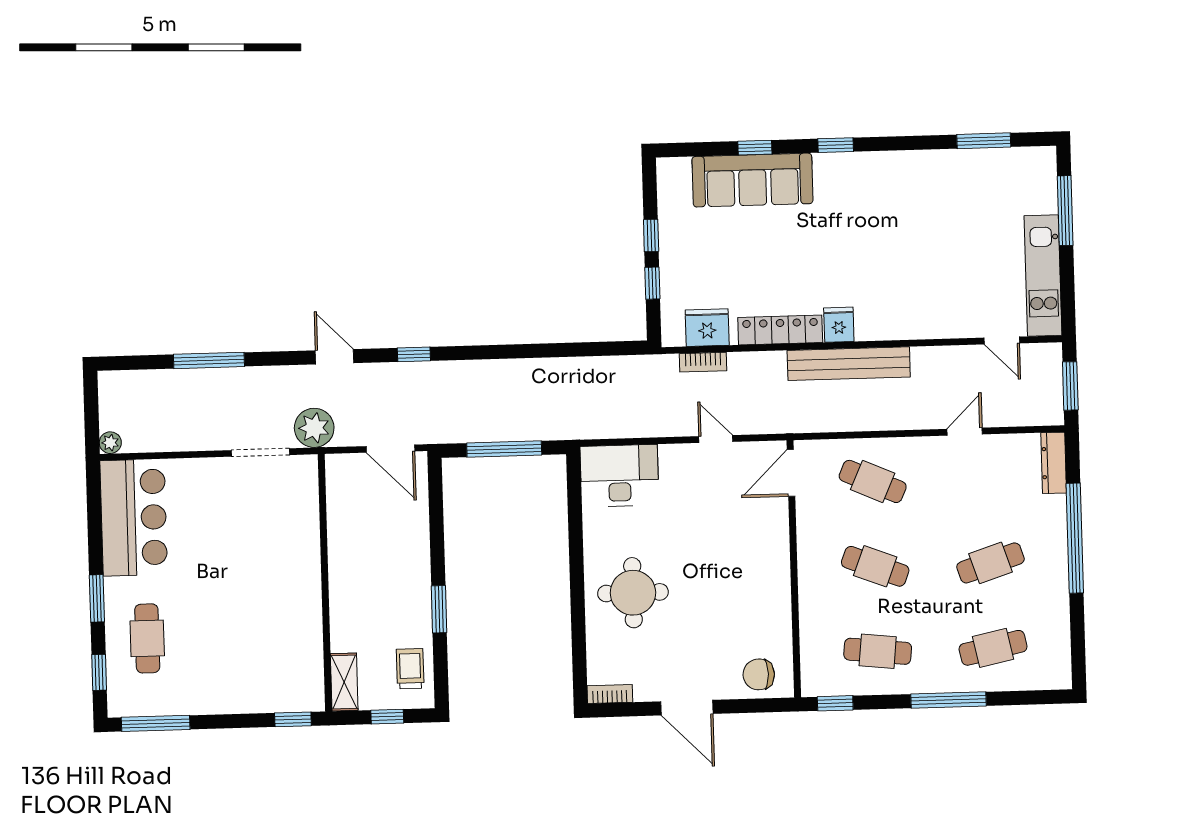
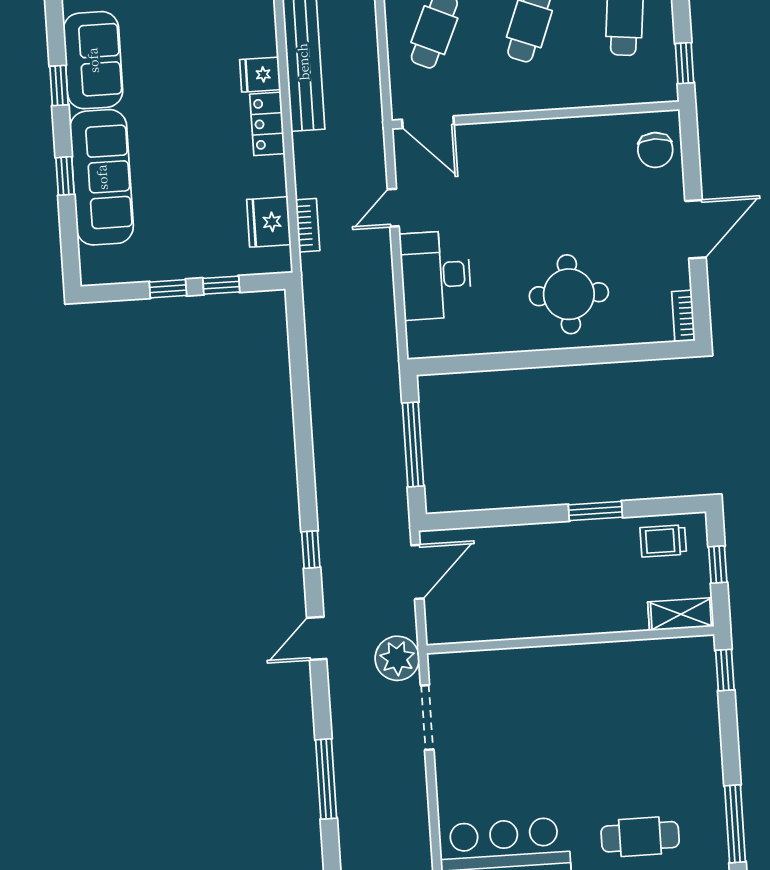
sofa: (857, 176) -> (93, 60), added
locker: (780, 330) -> (267, 124), width x0.66
desk: (620, 476) -> (436, 275), moved

